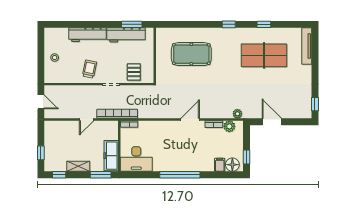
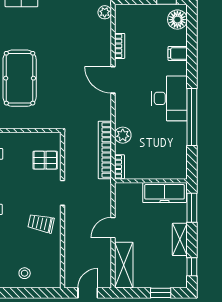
bookcase: (117, 114) -> (105, 150), moved
door: (87, 119) -> (113, 228), swing flipped
plant: (229, 126) -> (123, 135), moved
shelving: (60, 127) -> (124, 265), added
desk: (136, 159) -> (169, 98), moved
filing cabinet: (220, 165) -> (178, 53), moved
window: (180, 175) -> (192, 117), moved

